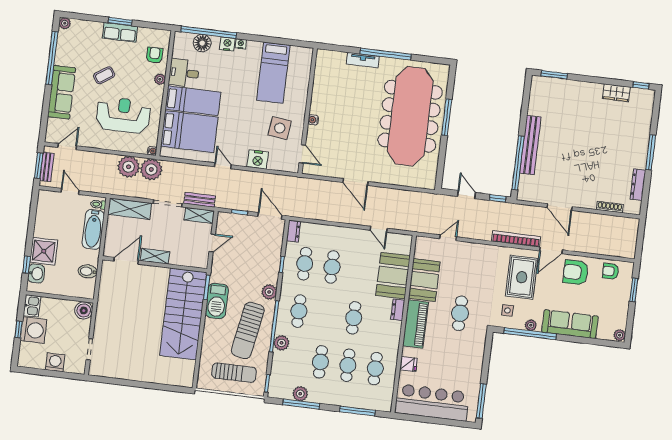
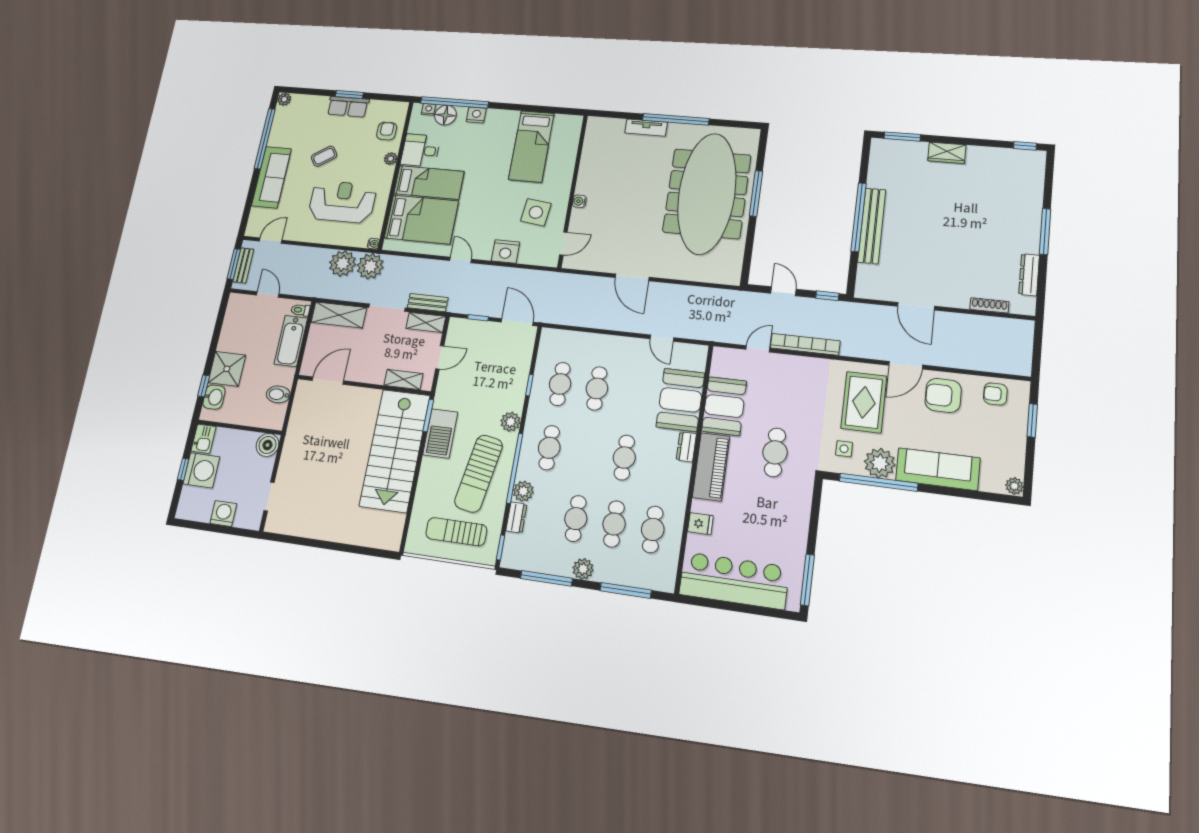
nightstand: (241, 44) -> (428, 109), moved
wardrobe: (616, 93) -> (947, 153), moved
door: (302, 154) -> (563, 243), hinge flipped
window: (518, 163) -> (859, 217), moved
dresser: (293, 231) -> (516, 517), moved
bookcase: (516, 239) -> (805, 344), moved
shelving: (155, 256) -> (404, 379), moved
plant: (531, 325) -> (880, 463), width x1.87, depth x1.87
sun lounger: (234, 373) -> (456, 532), turned 180
plant: (300, 394) -> (583, 569), moved

